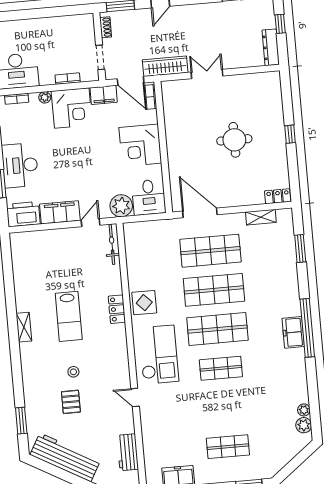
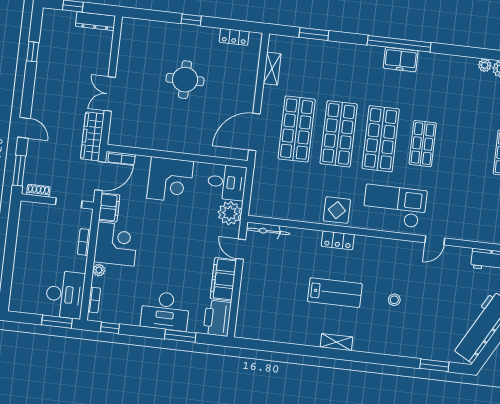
locker: (278, 196) -> (234, 37), moved, turned -90
pallet: (71, 402) -> (425, 309), removed

